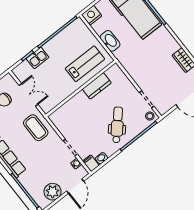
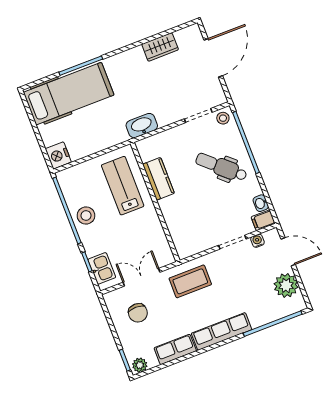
washbasin: (110, 41) -> (142, 126), moved
stool: (58, 46) -> (86, 215), added
kitchen sink: (38, 58) -> (102, 268), moved

